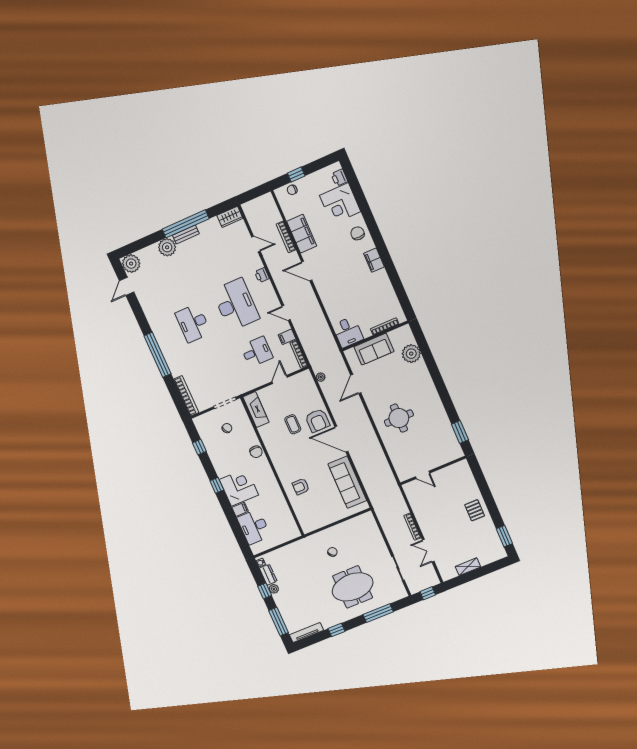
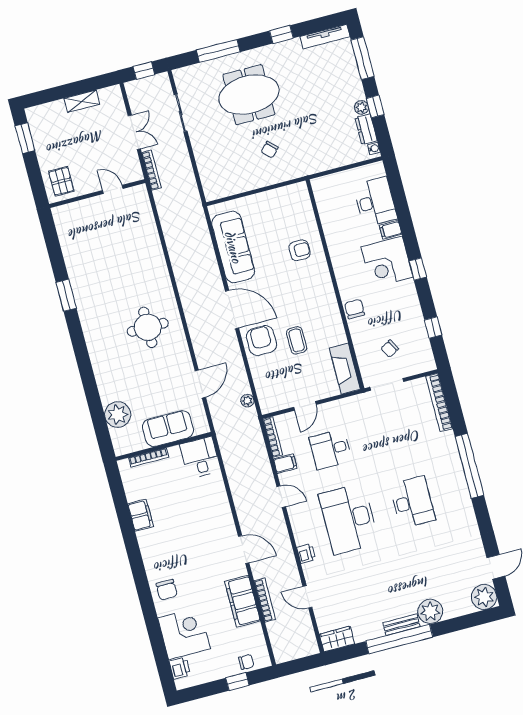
filing cabinet: (374, 260) -> (141, 515), moved
wall: (433, 471) -> (97, 194), moved
door: (423, 475) -> (113, 189), moved

